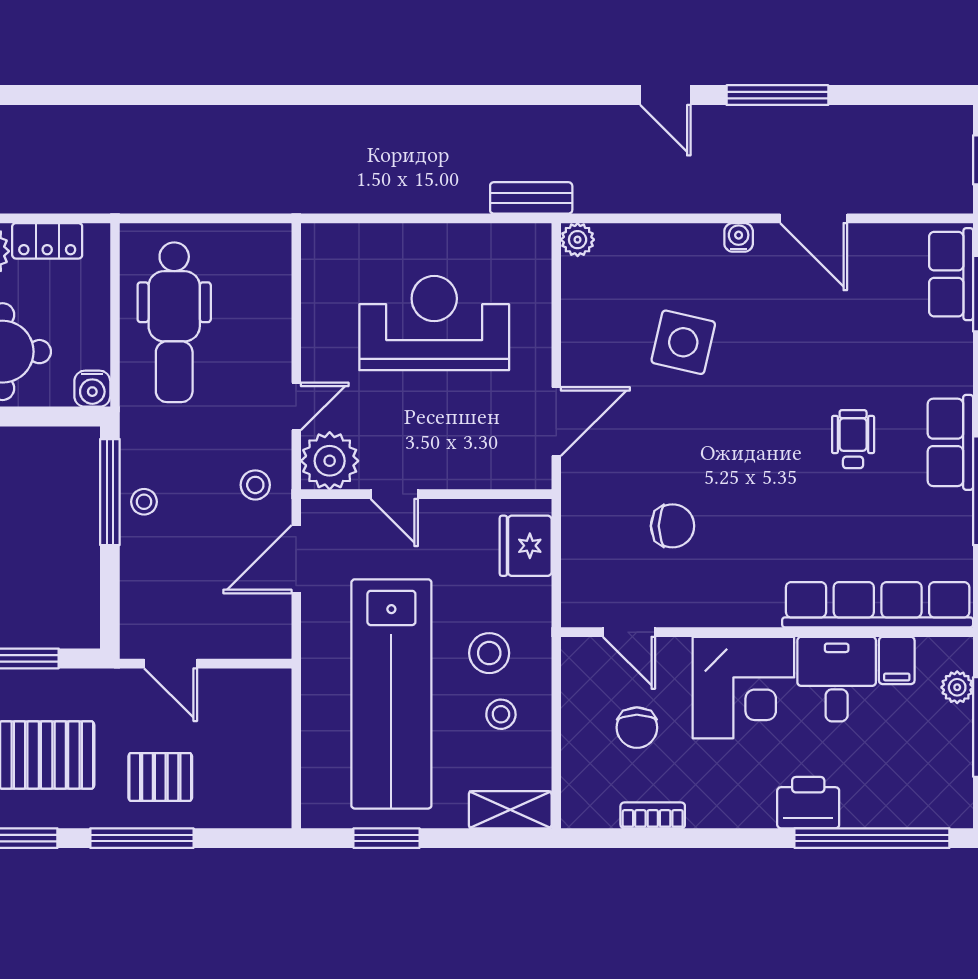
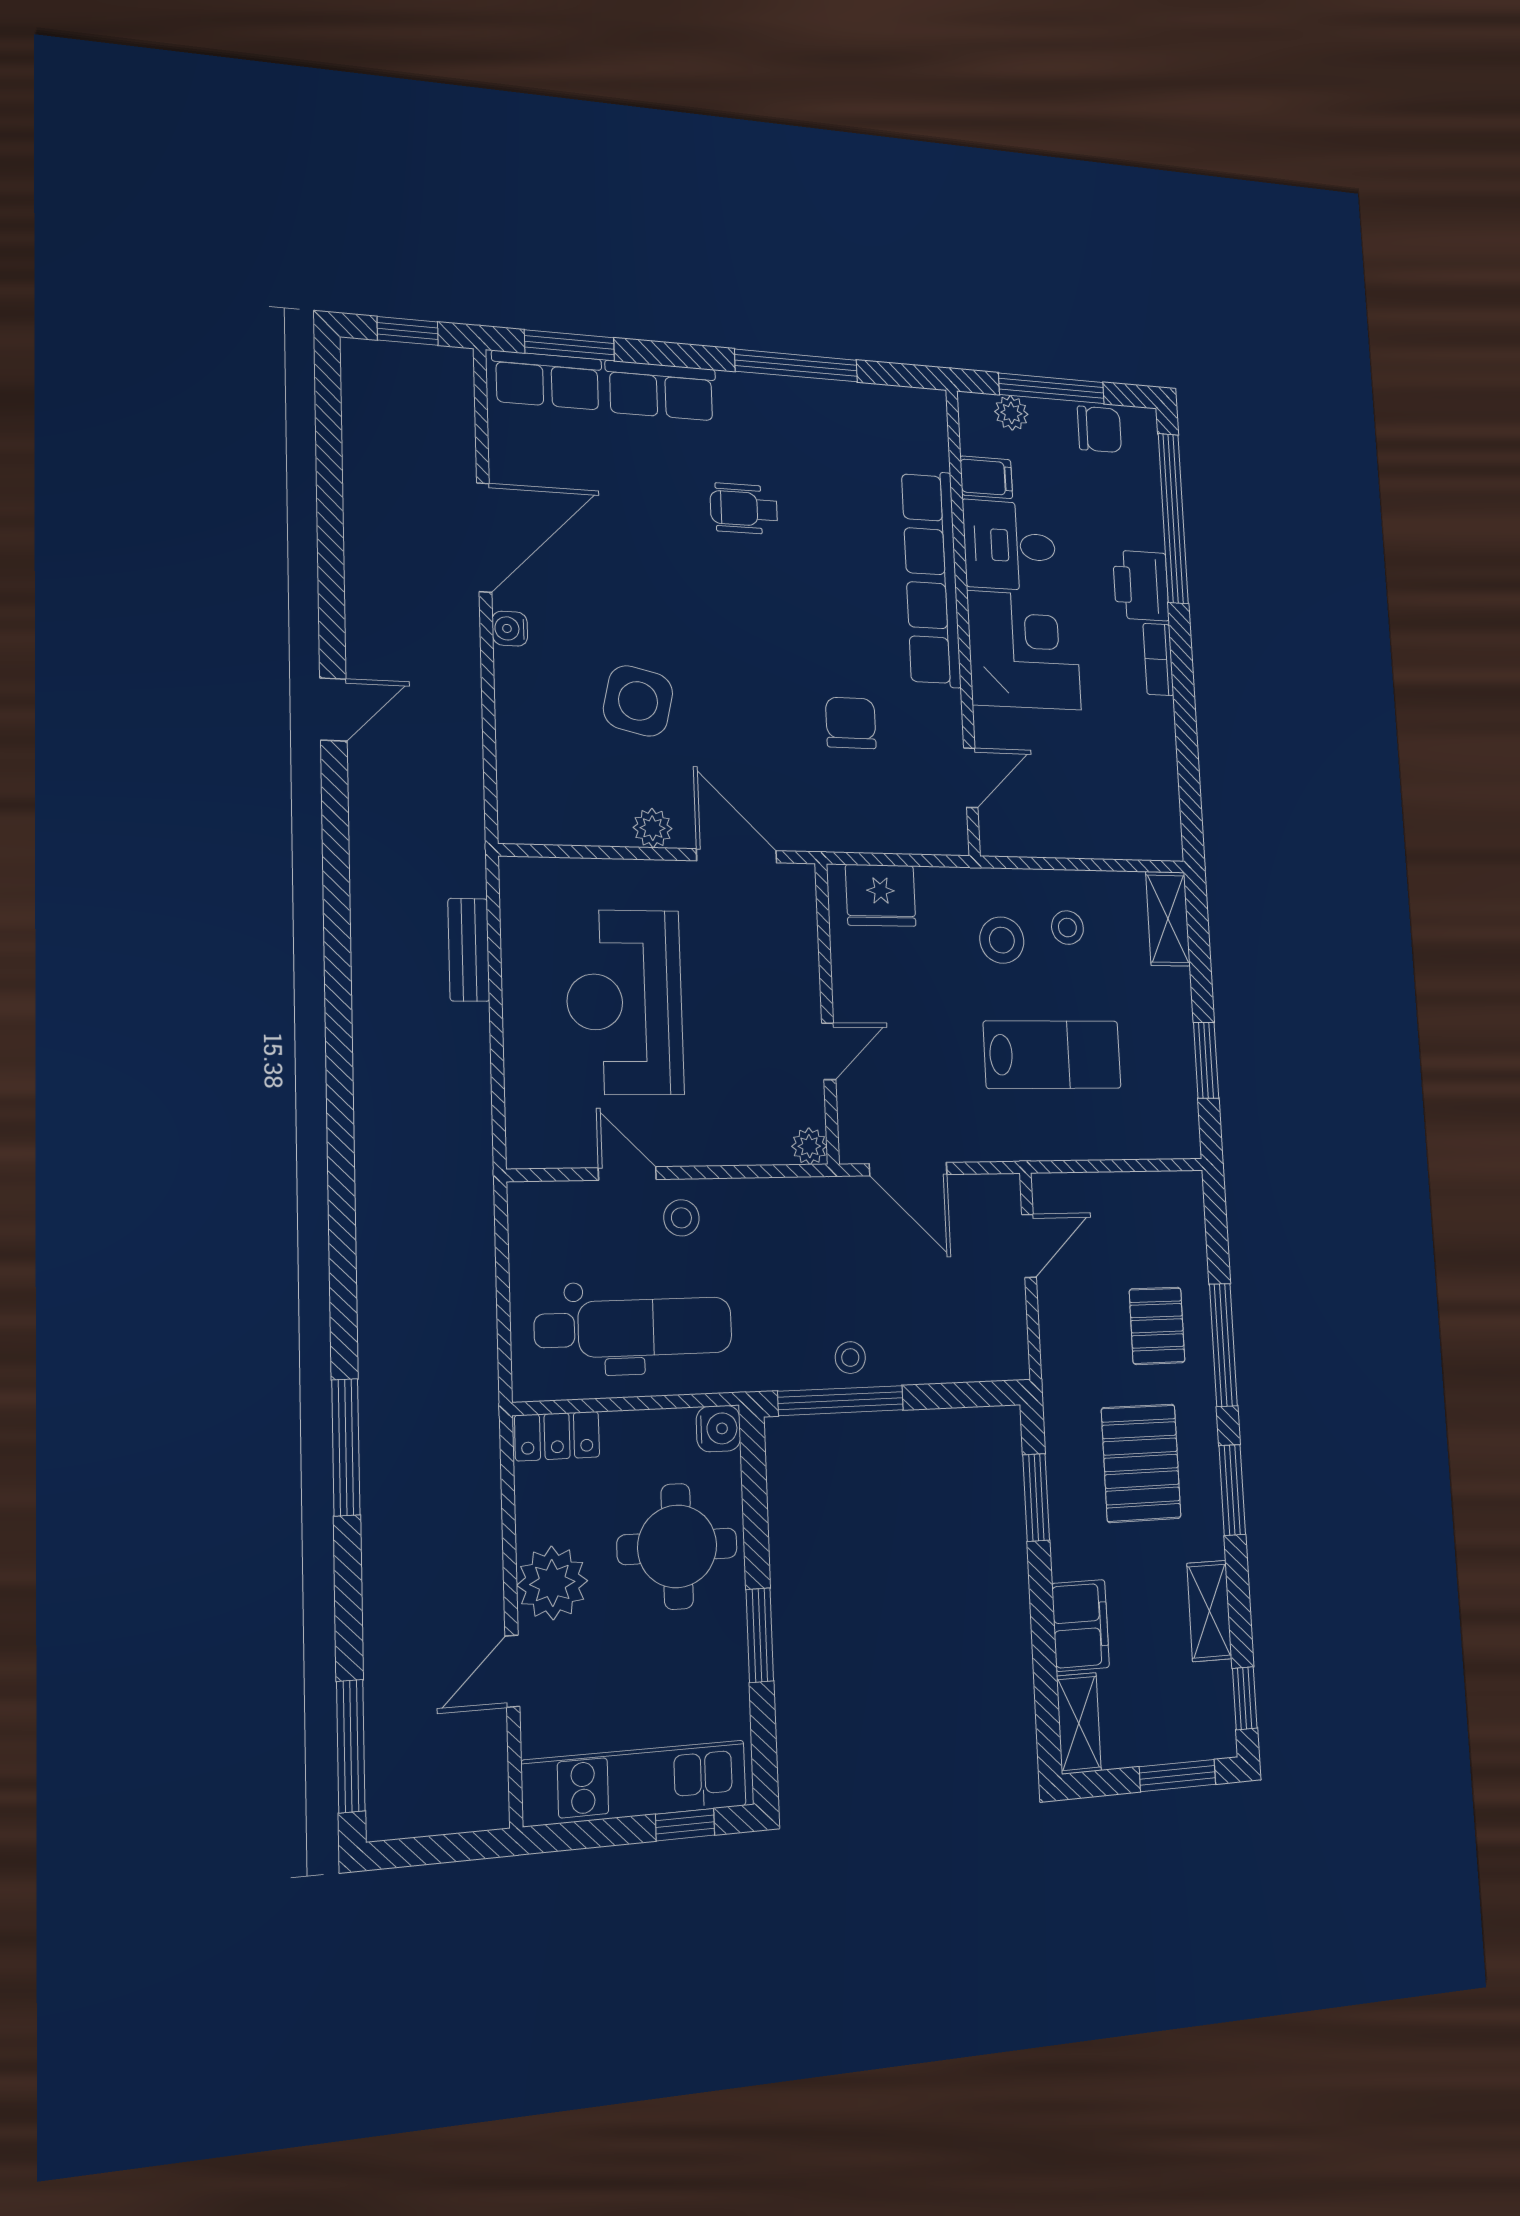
window: (777, 95) -> (346, 1447), moved
bench: (531, 198) -> (469, 950), moved
door: (814, 218) -> (484, 537), width x1.36
plant: (578, 240) -> (653, 828), moved
locker: (47, 241) -> (557, 1436), moved, turned 90
door: (296, 406) -> (627, 1174), moved
row of seats: (950, 442) -> (661, 391), moved
plant: (330, 461) -> (809, 1146), width x0.53, depth x0.53
stool: (255, 485) -> (681, 1218), moved
row of seats: (878, 605) -> (931, 579), moved
door: (171, 664) -> (1029, 1246), moved
lab bench: (391, 694) -> (1052, 1055), width x0.54, depth x0.72
chair: (637, 728) -> (1099, 429), moved
bookcase: (653, 815) -> (1158, 659), moved

